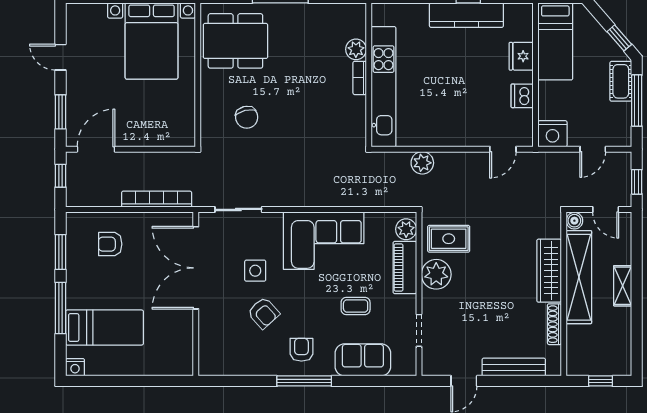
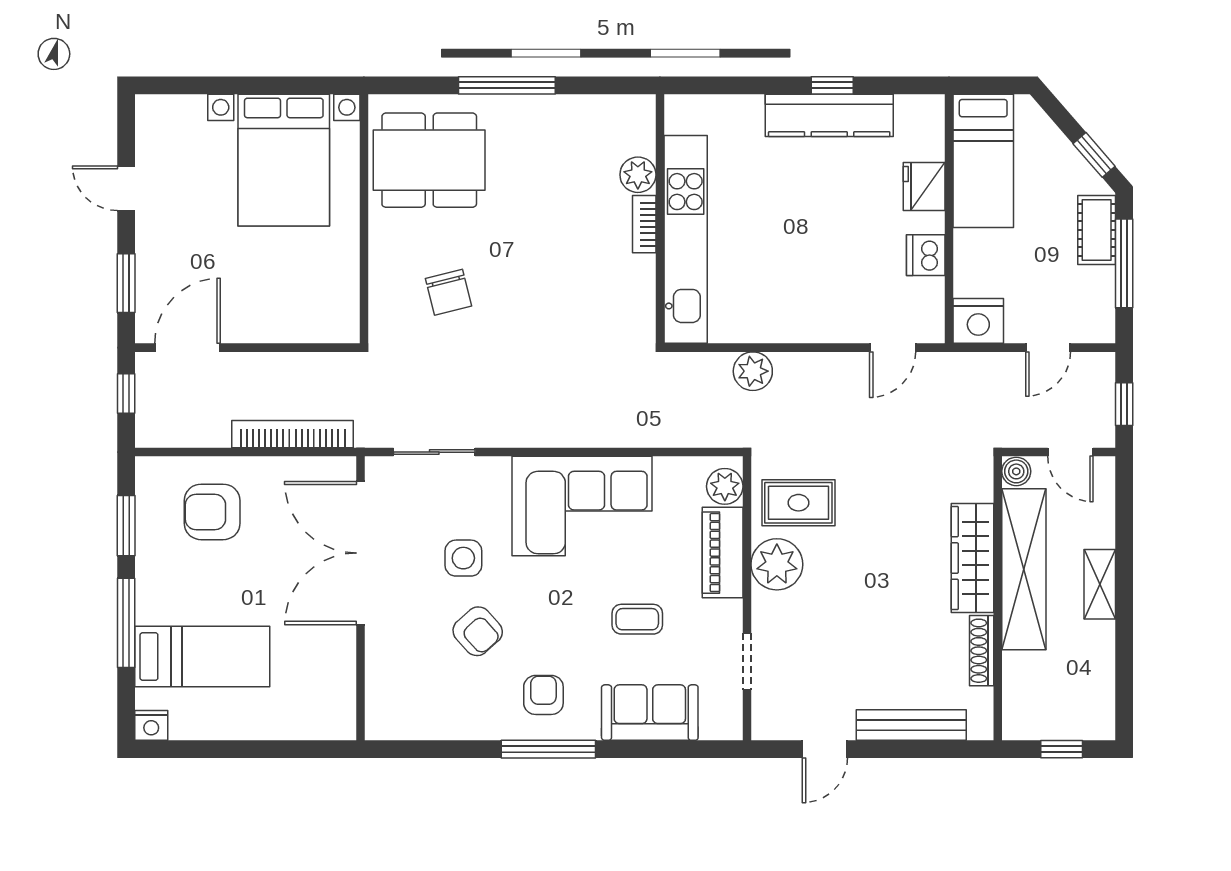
armchair: (110, 244) -> (212, 512), width x1.38, depth x1.38

